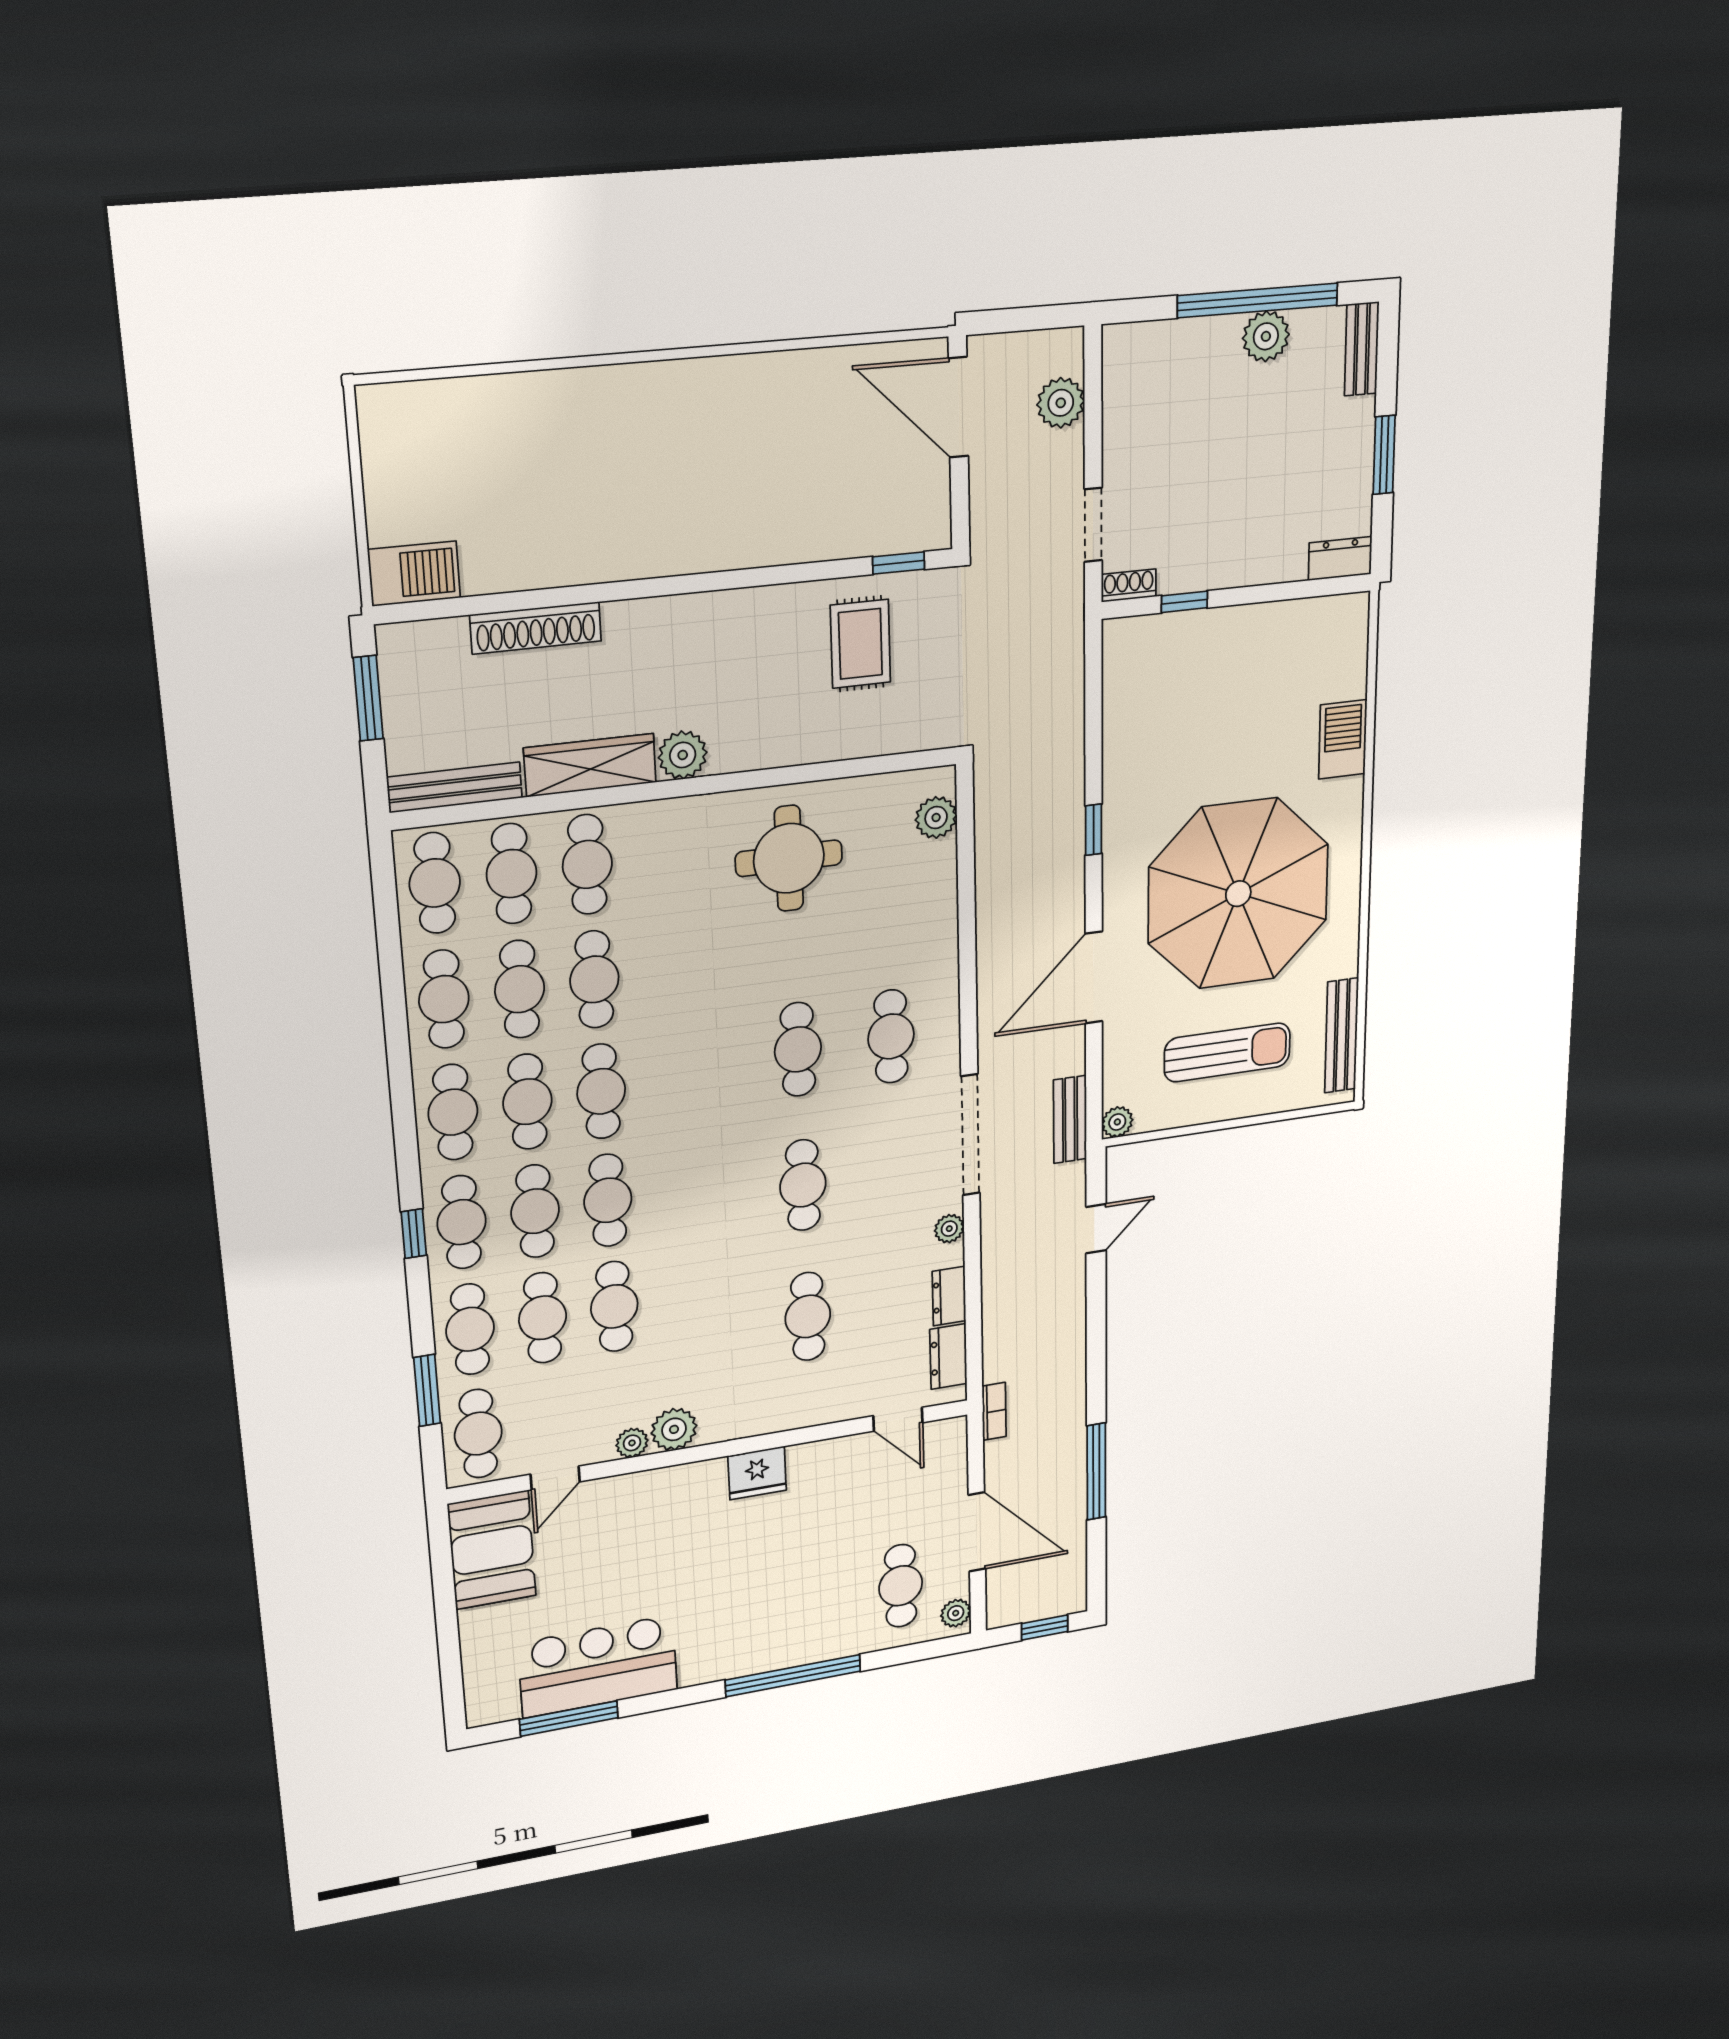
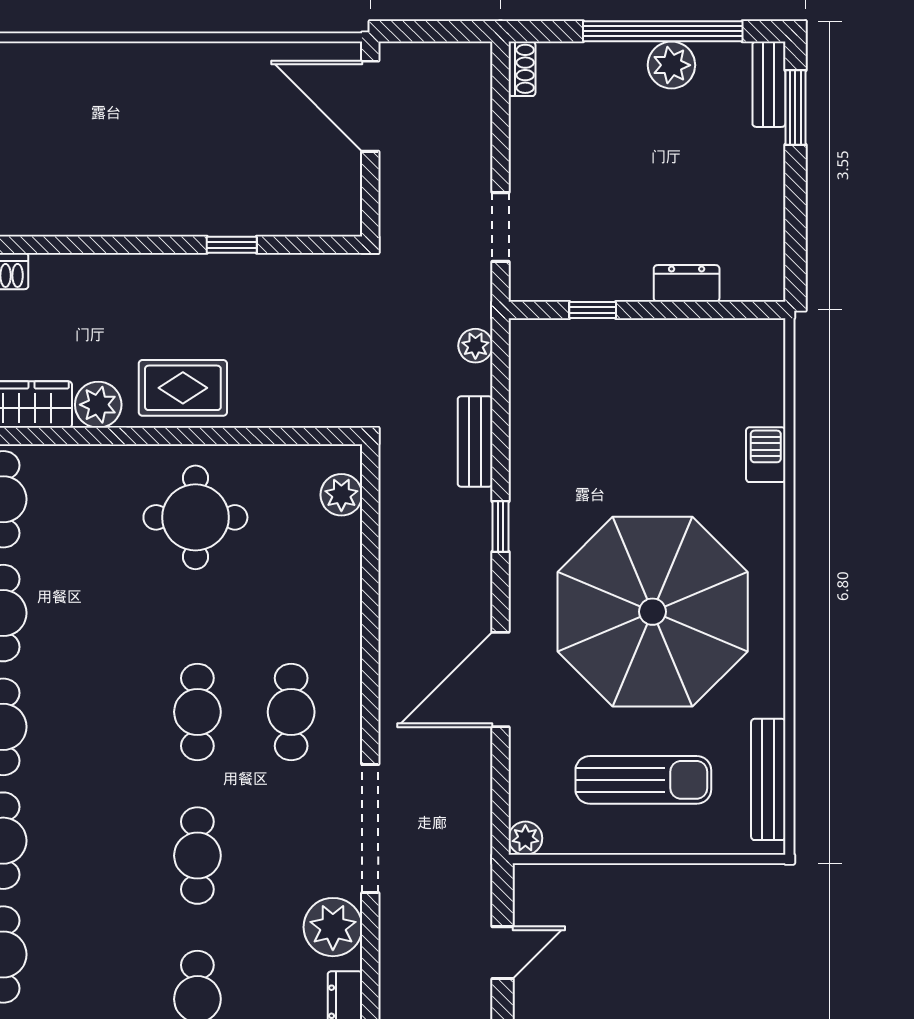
plant: (1061, 403) -> (475, 346), moved, width x0.73, depth x0.73
window: (1384, 455) -> (795, 107), moved
dresser: (1340, 558) -> (687, 283), moved
window: (899, 563) -> (232, 245), moved
shoe rack: (1129, 586) -> (522, 69), moved, turned 90
rug: (860, 644) -> (183, 388), moved, turned 90
barbecue: (1343, 739) -> (766, 455), width x0.73, depth x0.79
bench: (1070, 1119) -> (475, 441), moved
plant: (949, 1229) -> (333, 927), width x1.88, depth x1.88

